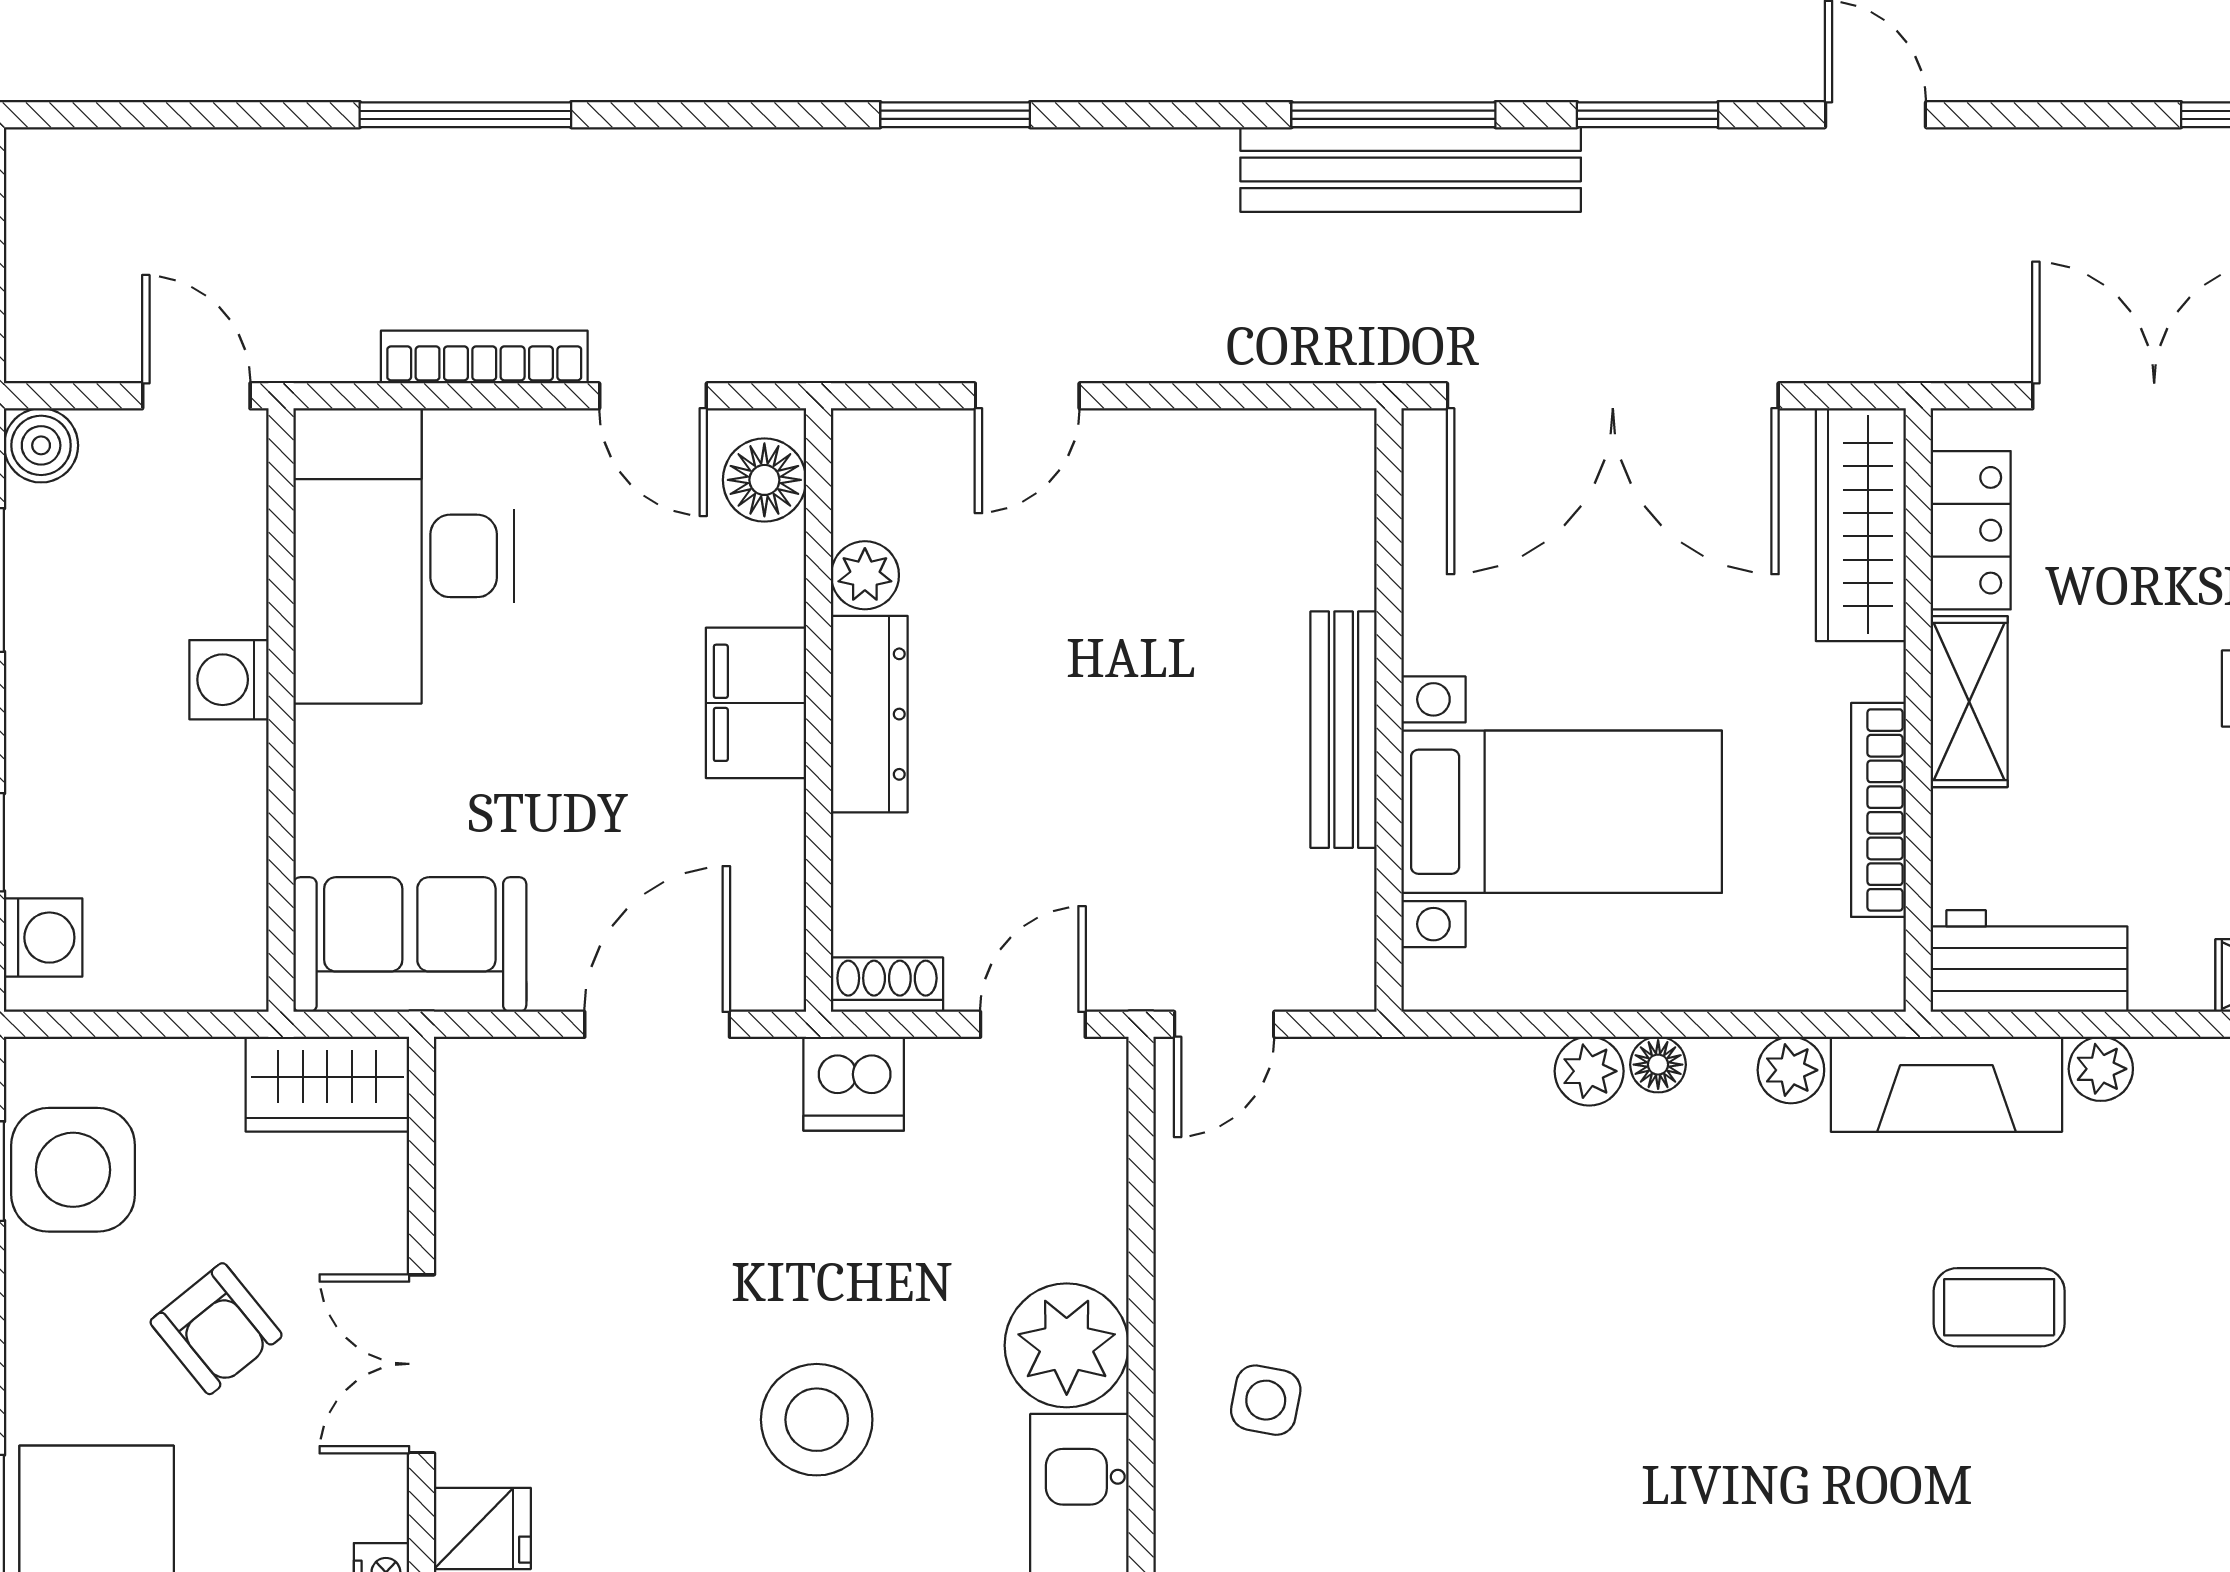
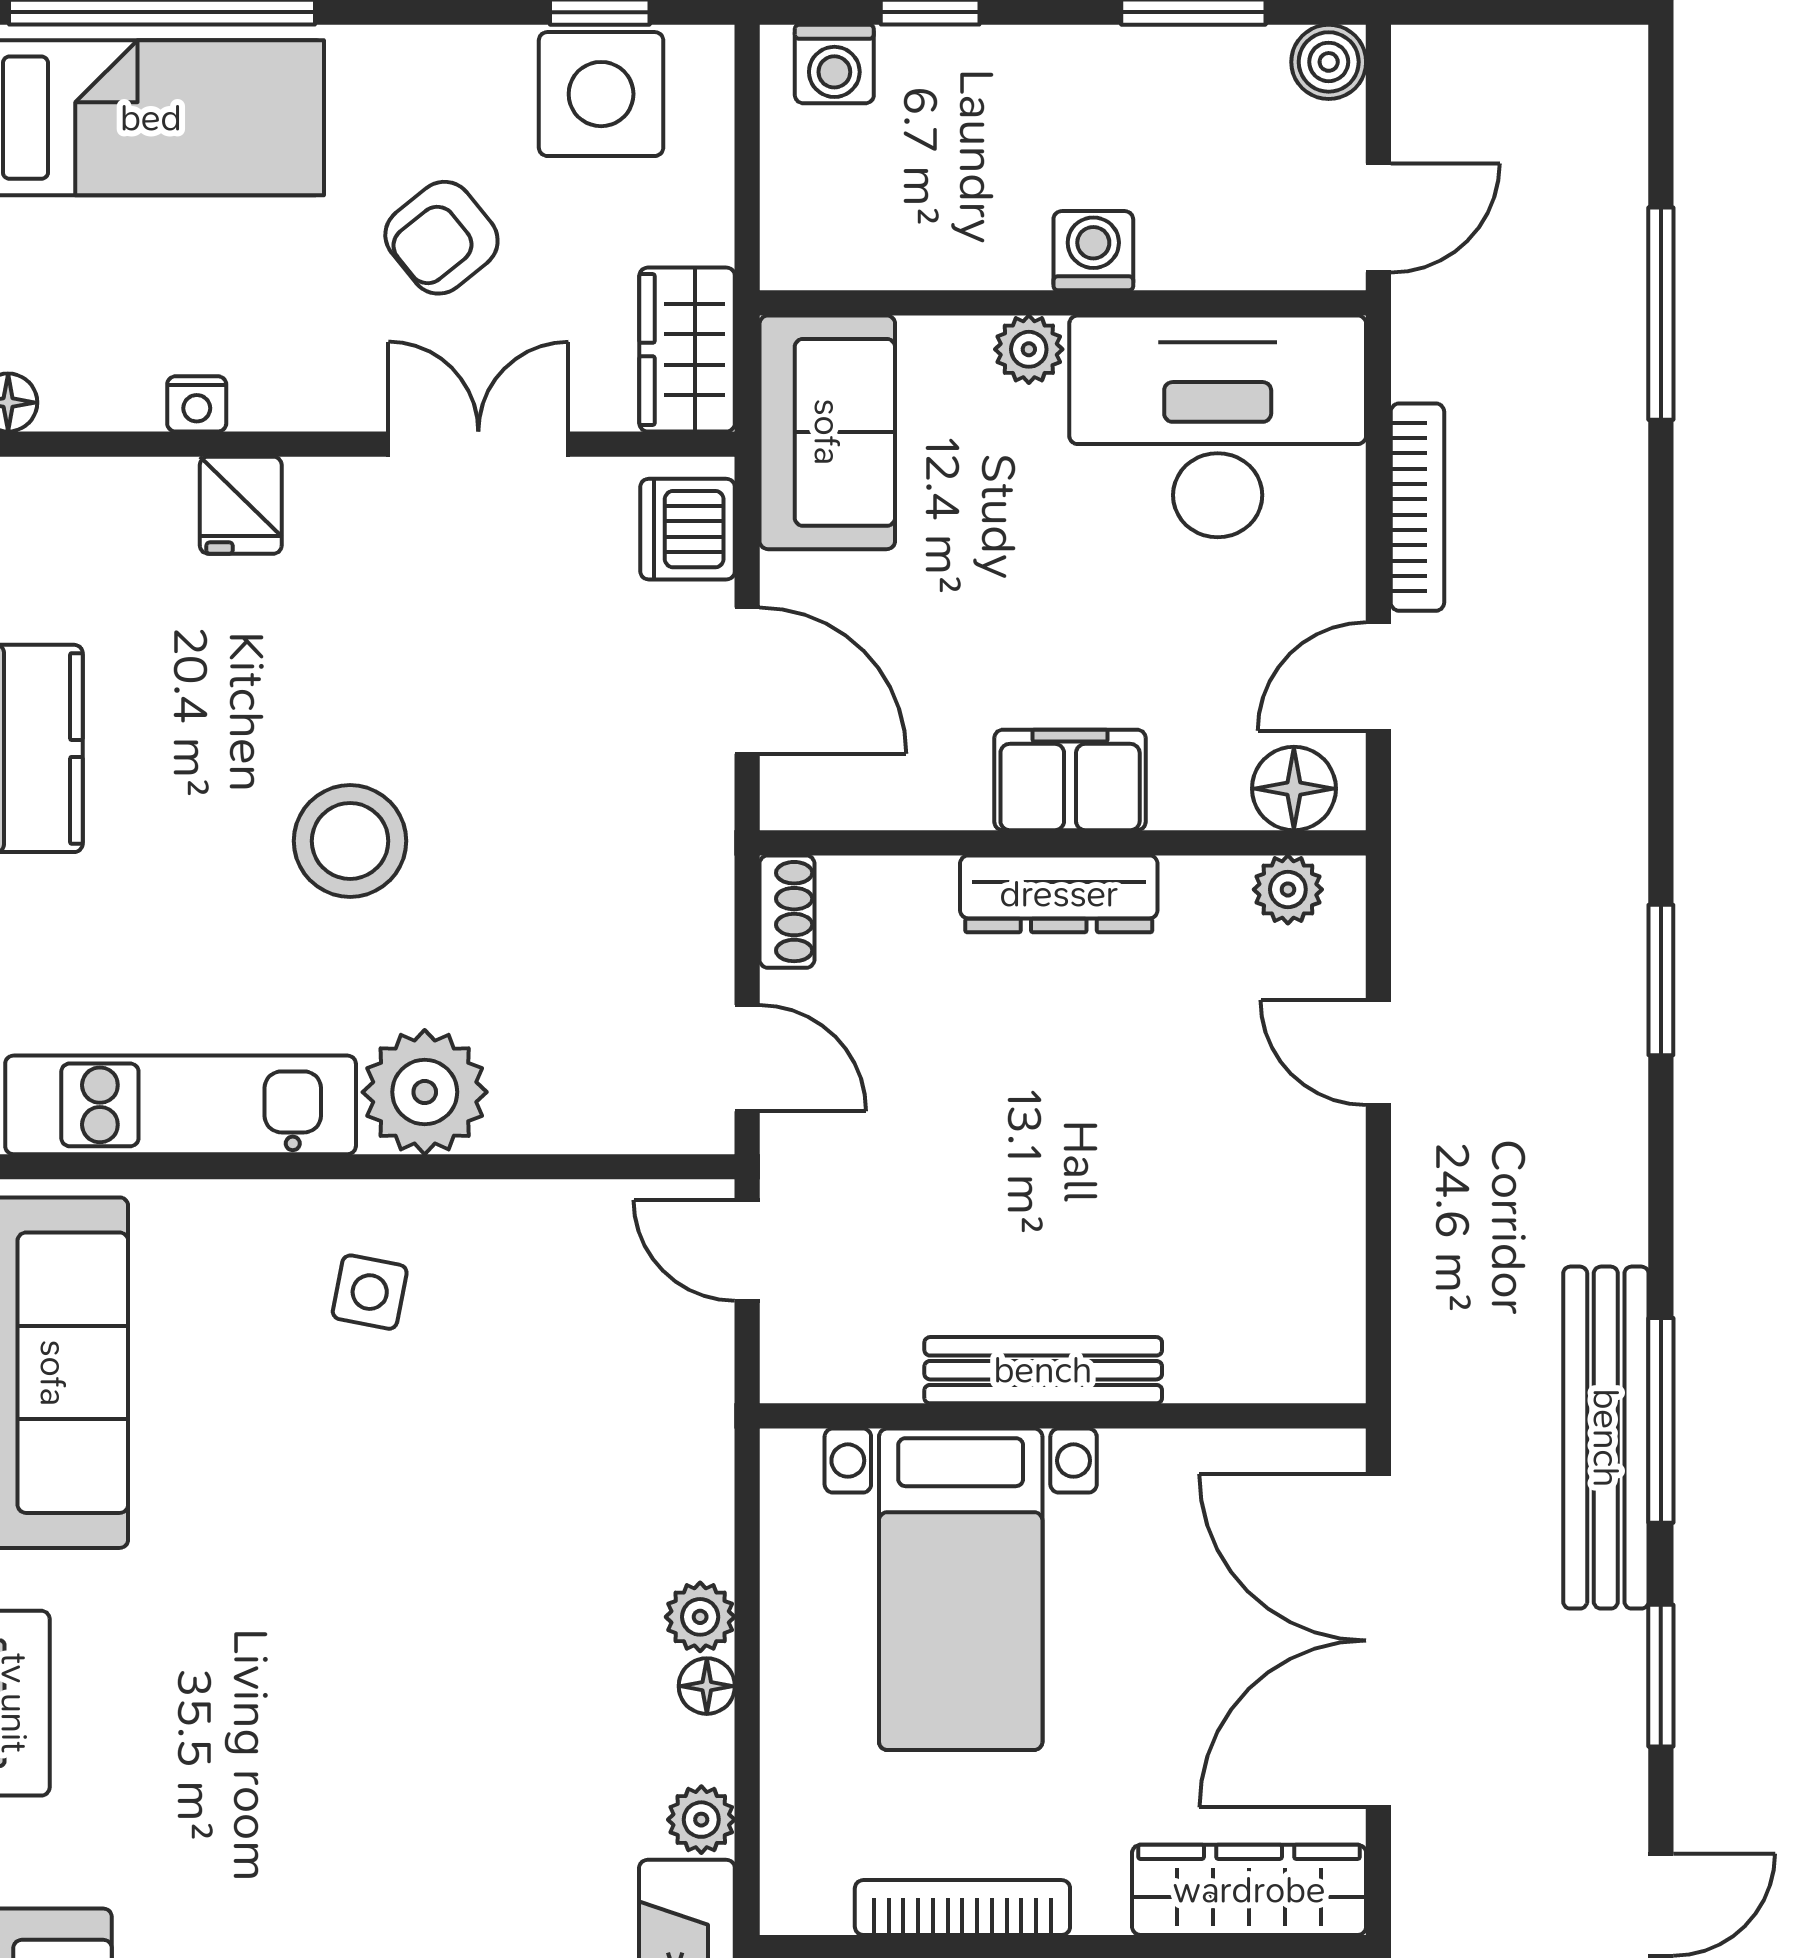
window: (465, 115) -> (1661, 314), moved
plant: (865, 575) -> (1288, 889), moved
plant: (327, 744) -> (1029, 349), added
dishwasher: (854, 1084) -> (688, 529), moved
double door: (422, 1364) -> (478, 444), moved

